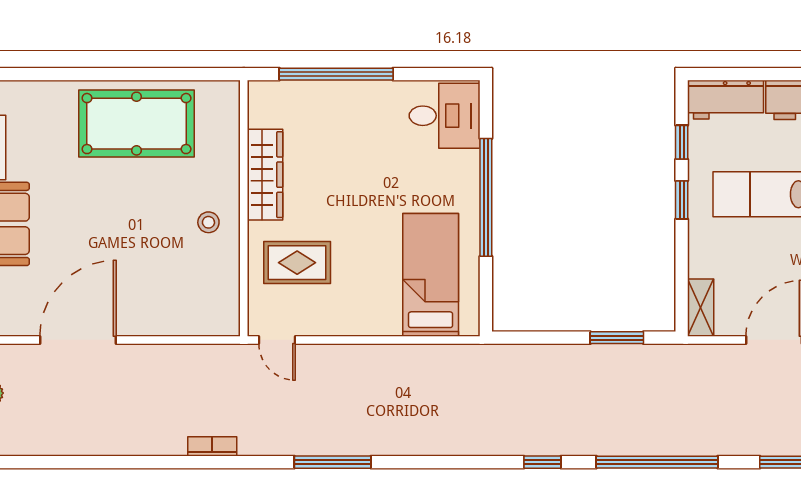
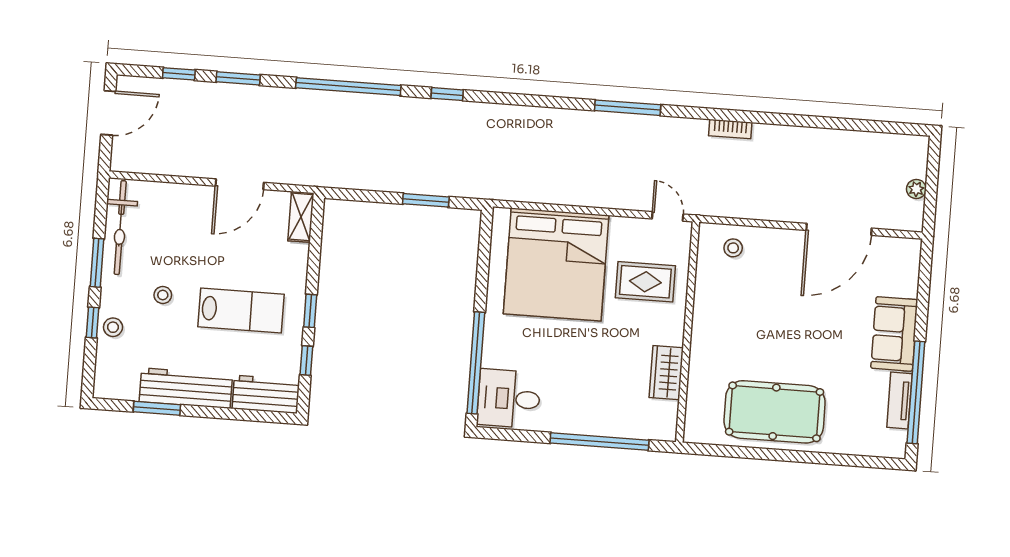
wardrobe: (265, 175) -> (666, 373), width x0.67
window: (486, 197) -> (476, 363), moved
stool: (208, 222) -> (733, 248), moved
bed: (431, 275) -> (556, 264), width x2.04
window: (617, 338) -> (426, 200), moved

